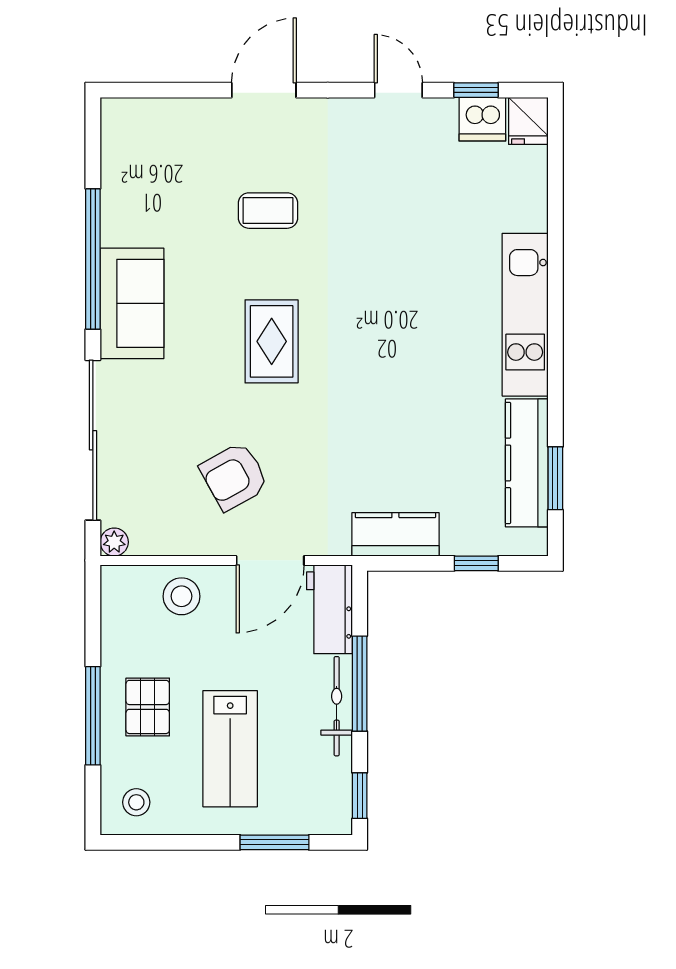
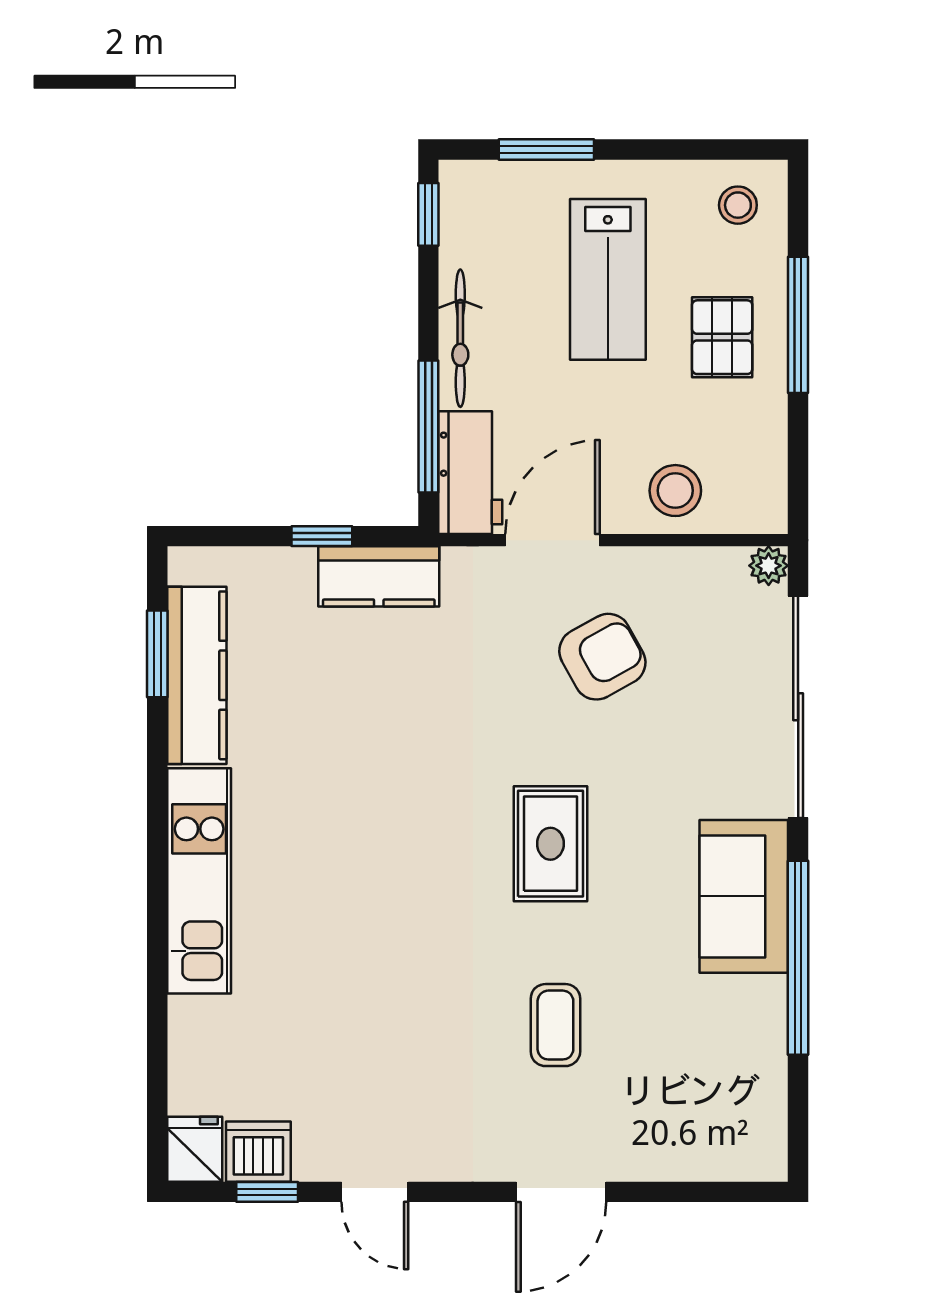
coffee table: (268, 211) -> (555, 1025), turned 90
window: (476, 563) -> (322, 536), moved
window: (360, 684) -> (428, 427), moved
lab bench: (230, 749) -> (608, 279), turned 180

